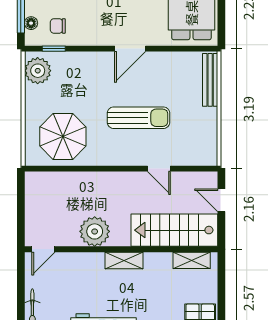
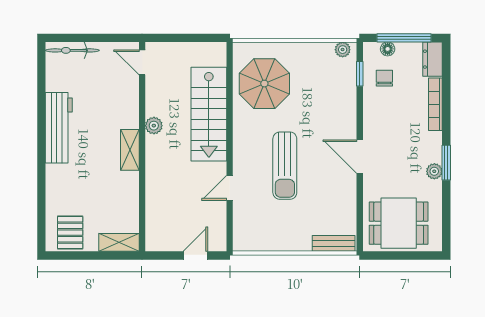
plant: (38, 71) -> (343, 50), width x0.53, depth x0.53
bench: (210, 80) -> (334, 243), width x0.73
stairs: (174, 230) -> (209, 114), moved, turned 180
plant: (95, 231) -> (154, 126), width x0.53, depth x0.53
shelving: (192, 260) -> (119, 242), moved, turned 90

